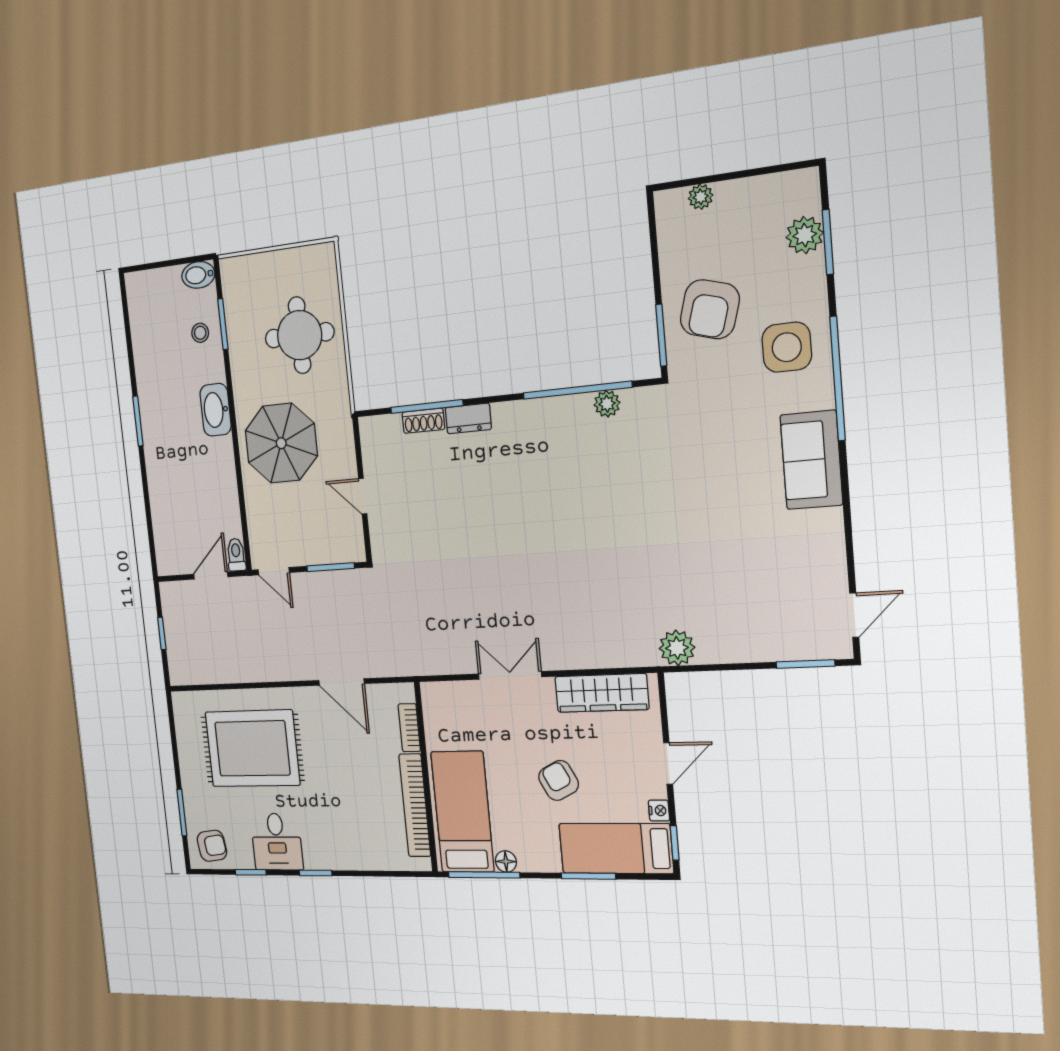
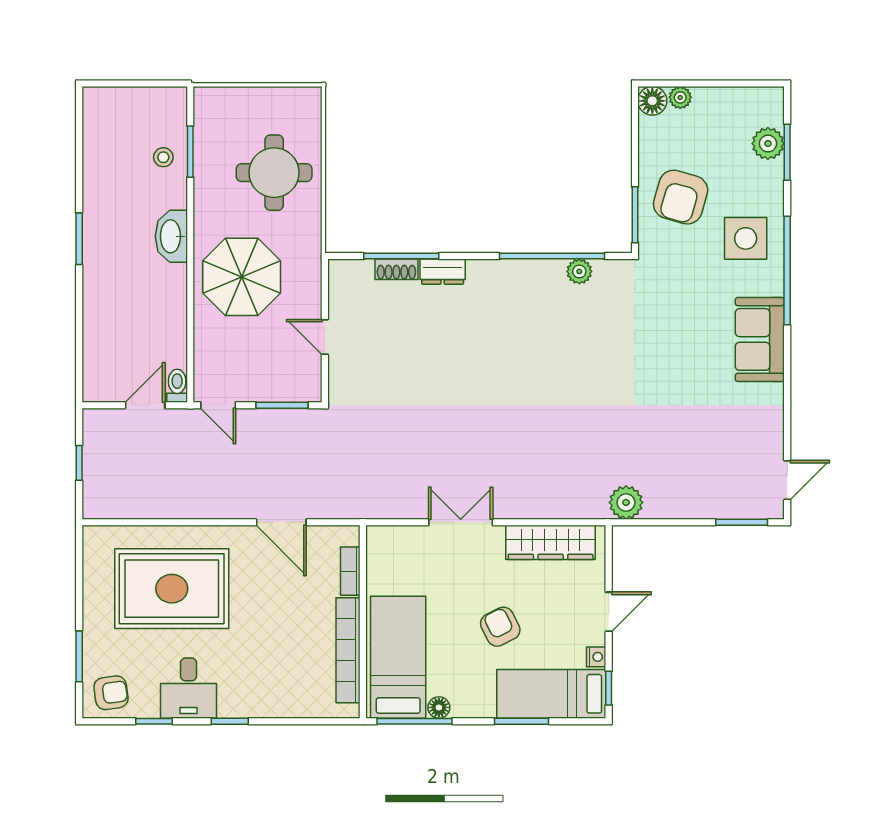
floor lamp: (670, 205) -> (652, 101), added
bidet: (198, 275) -> (168, 99), removed

